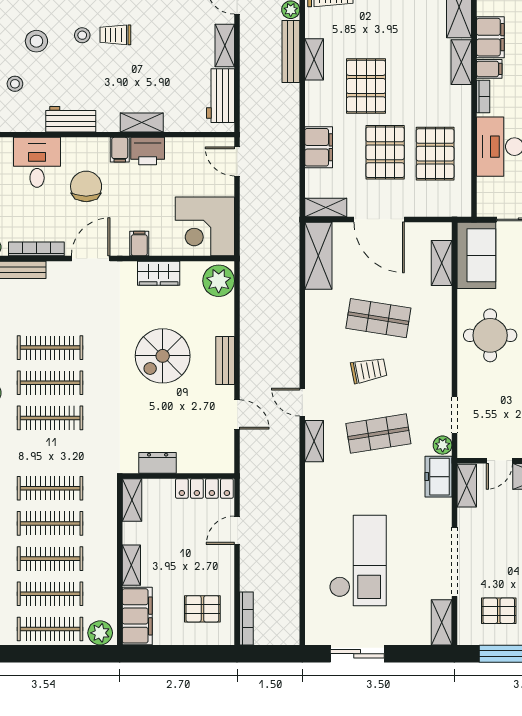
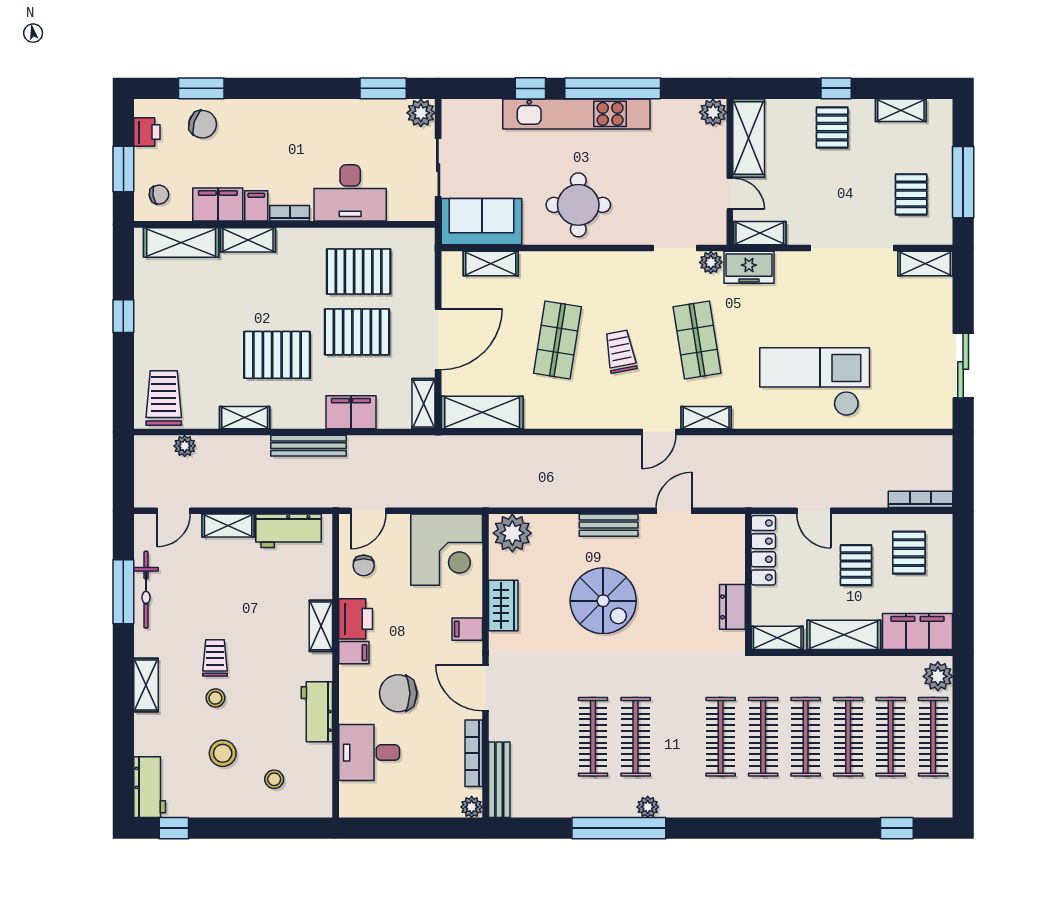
trolley: (115, 35) -> (215, 658), turned 180
bench: (291, 51) -> (309, 446), moved
chair: (192, 158) -> (364, 565), added
clothes rail: (50, 418) -> (721, 737), moved
checkout: (358, 561) -> (815, 382), moved
shelving: (131, 565) -> (844, 635), width x1.50, depth x1.33
pallet: (192, 565) -> (856, 565), added

